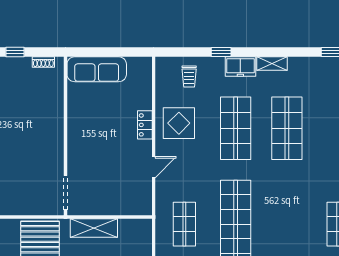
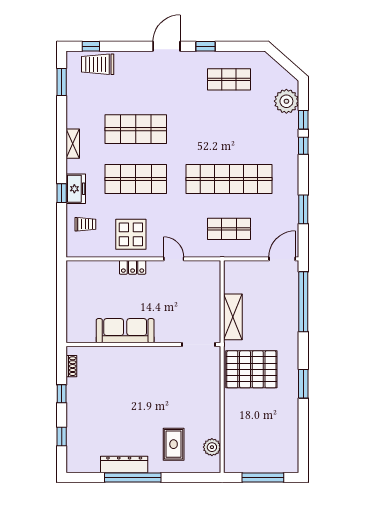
freezer: (240, 67) -> (76, 189), moved
sofa: (97, 69) -> (125, 331), moved, turned -90

